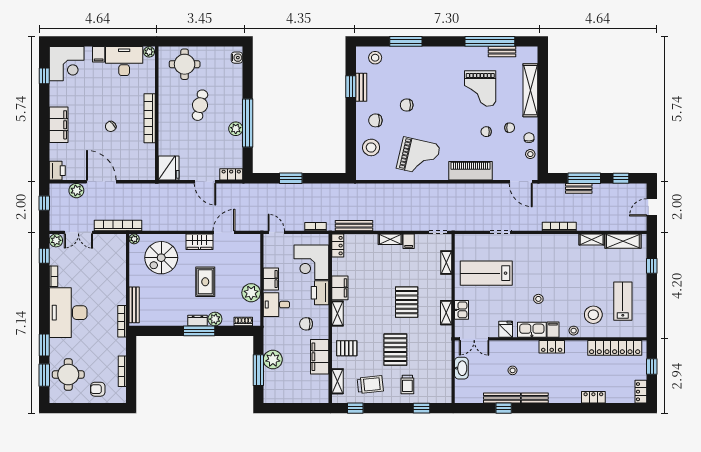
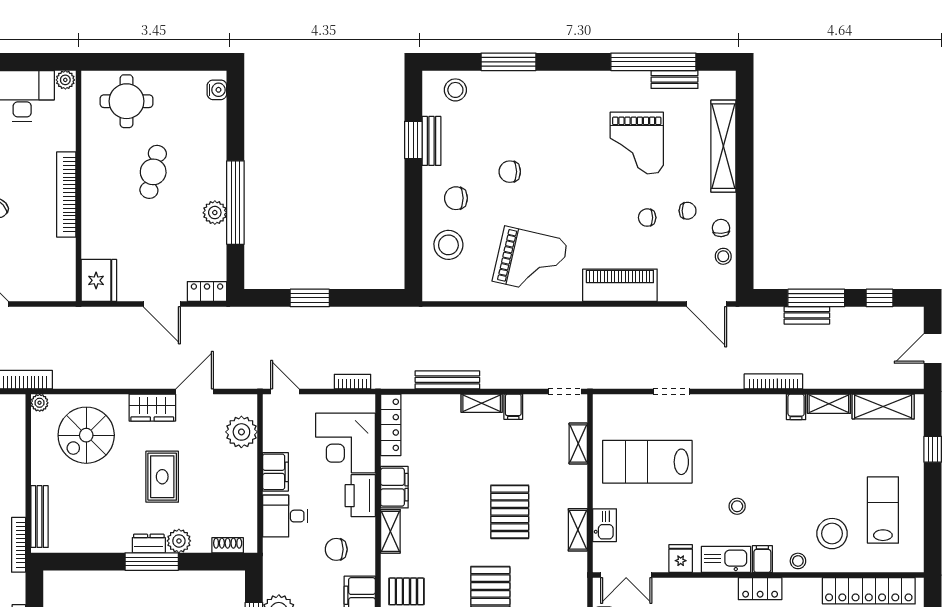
bench: (354, 226) -> (447, 380), moved
filing cabinet: (573, 241) -> (796, 407), added
locker: (338, 246) -> (391, 425), width x1.53
plant: (251, 293) -> (241, 432), moved

